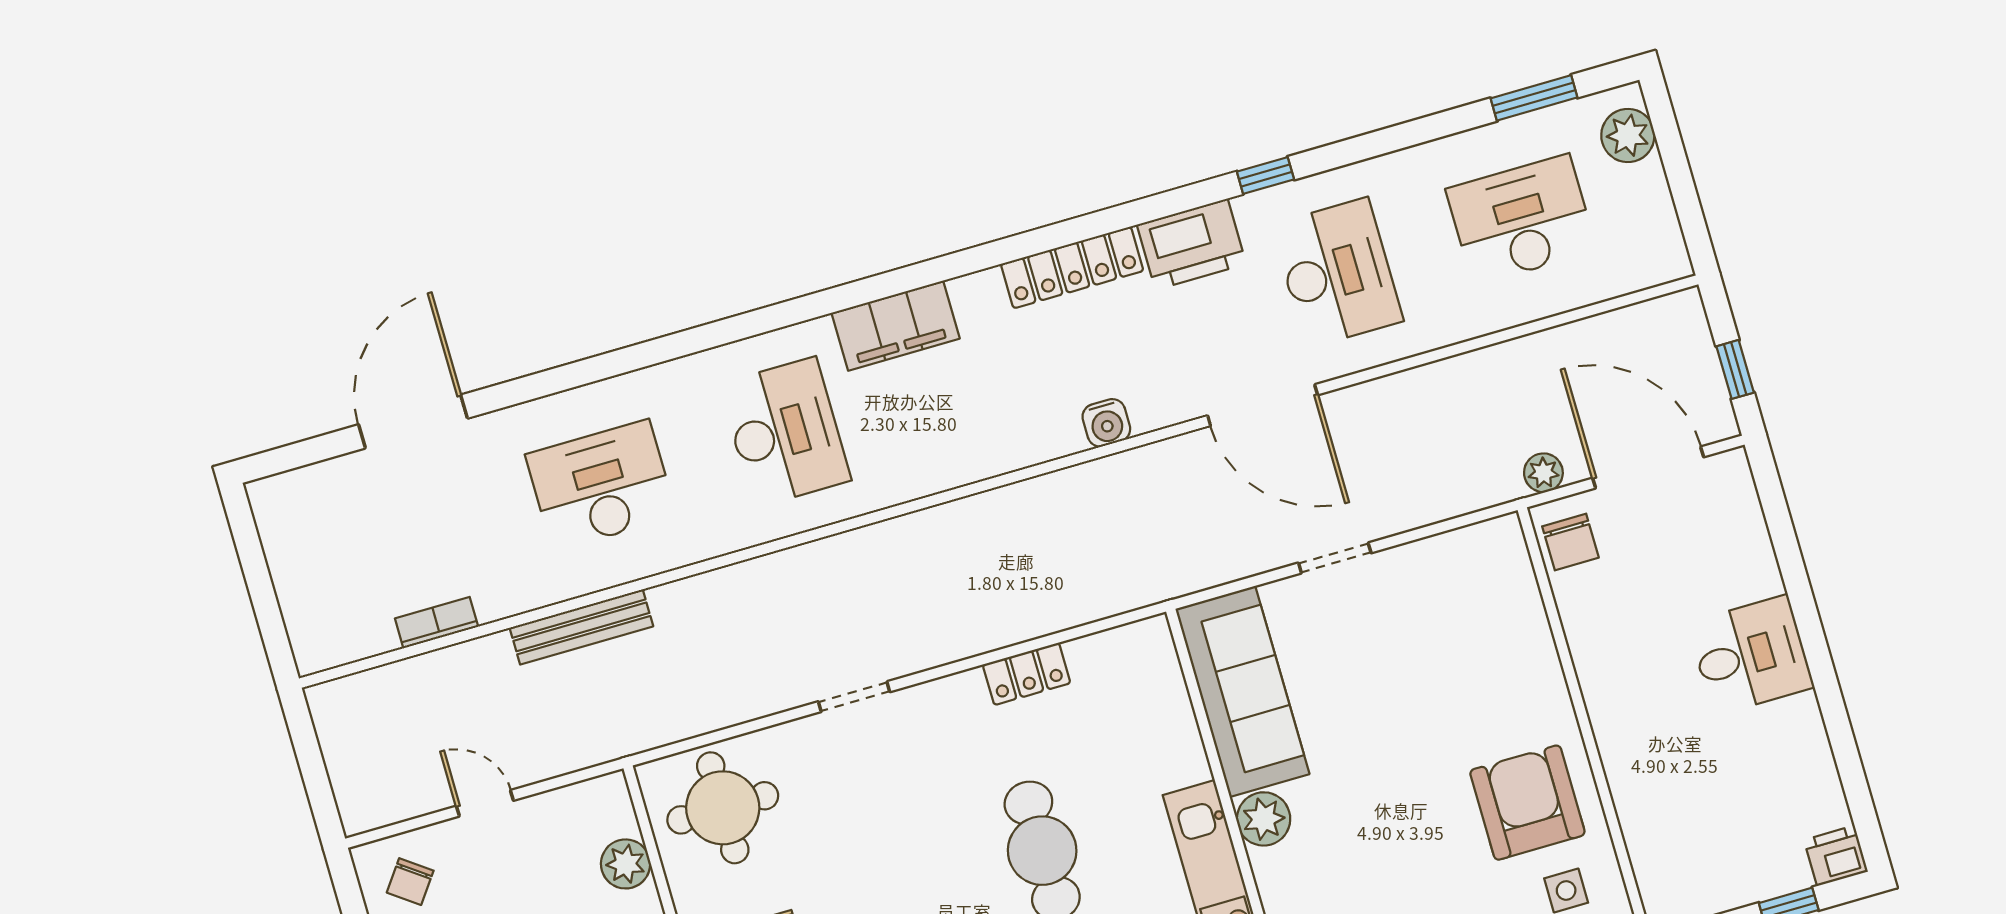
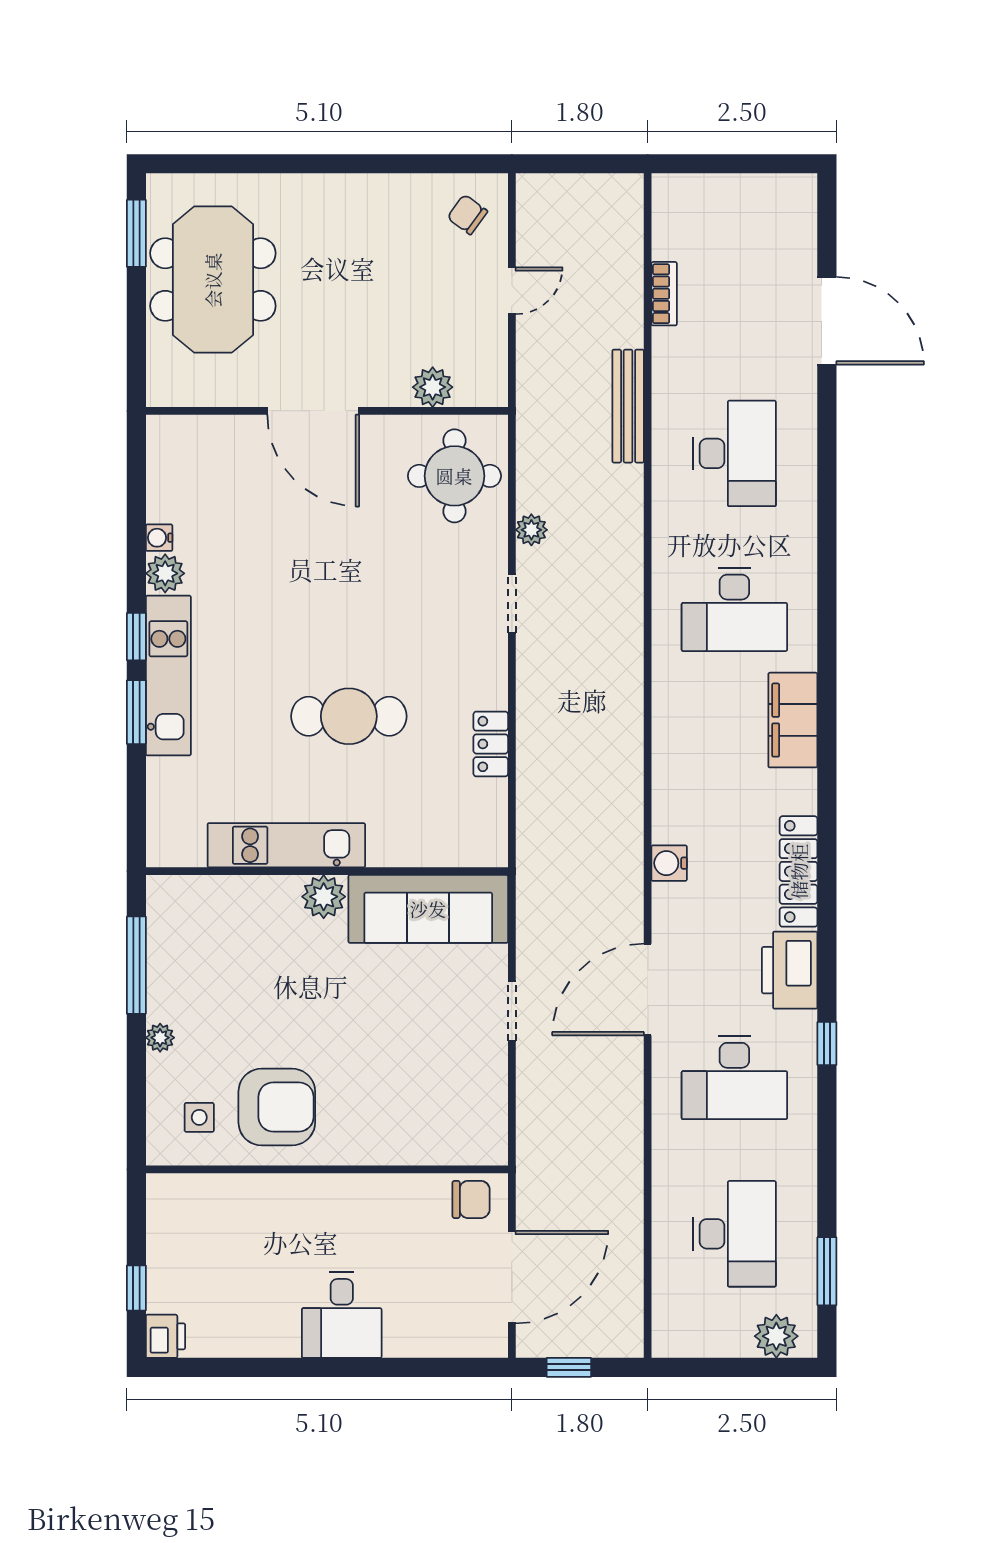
plant: (1543, 473) -> (531, 530), moved
chair: (1570, 542) -> (471, 1199), turned 180

